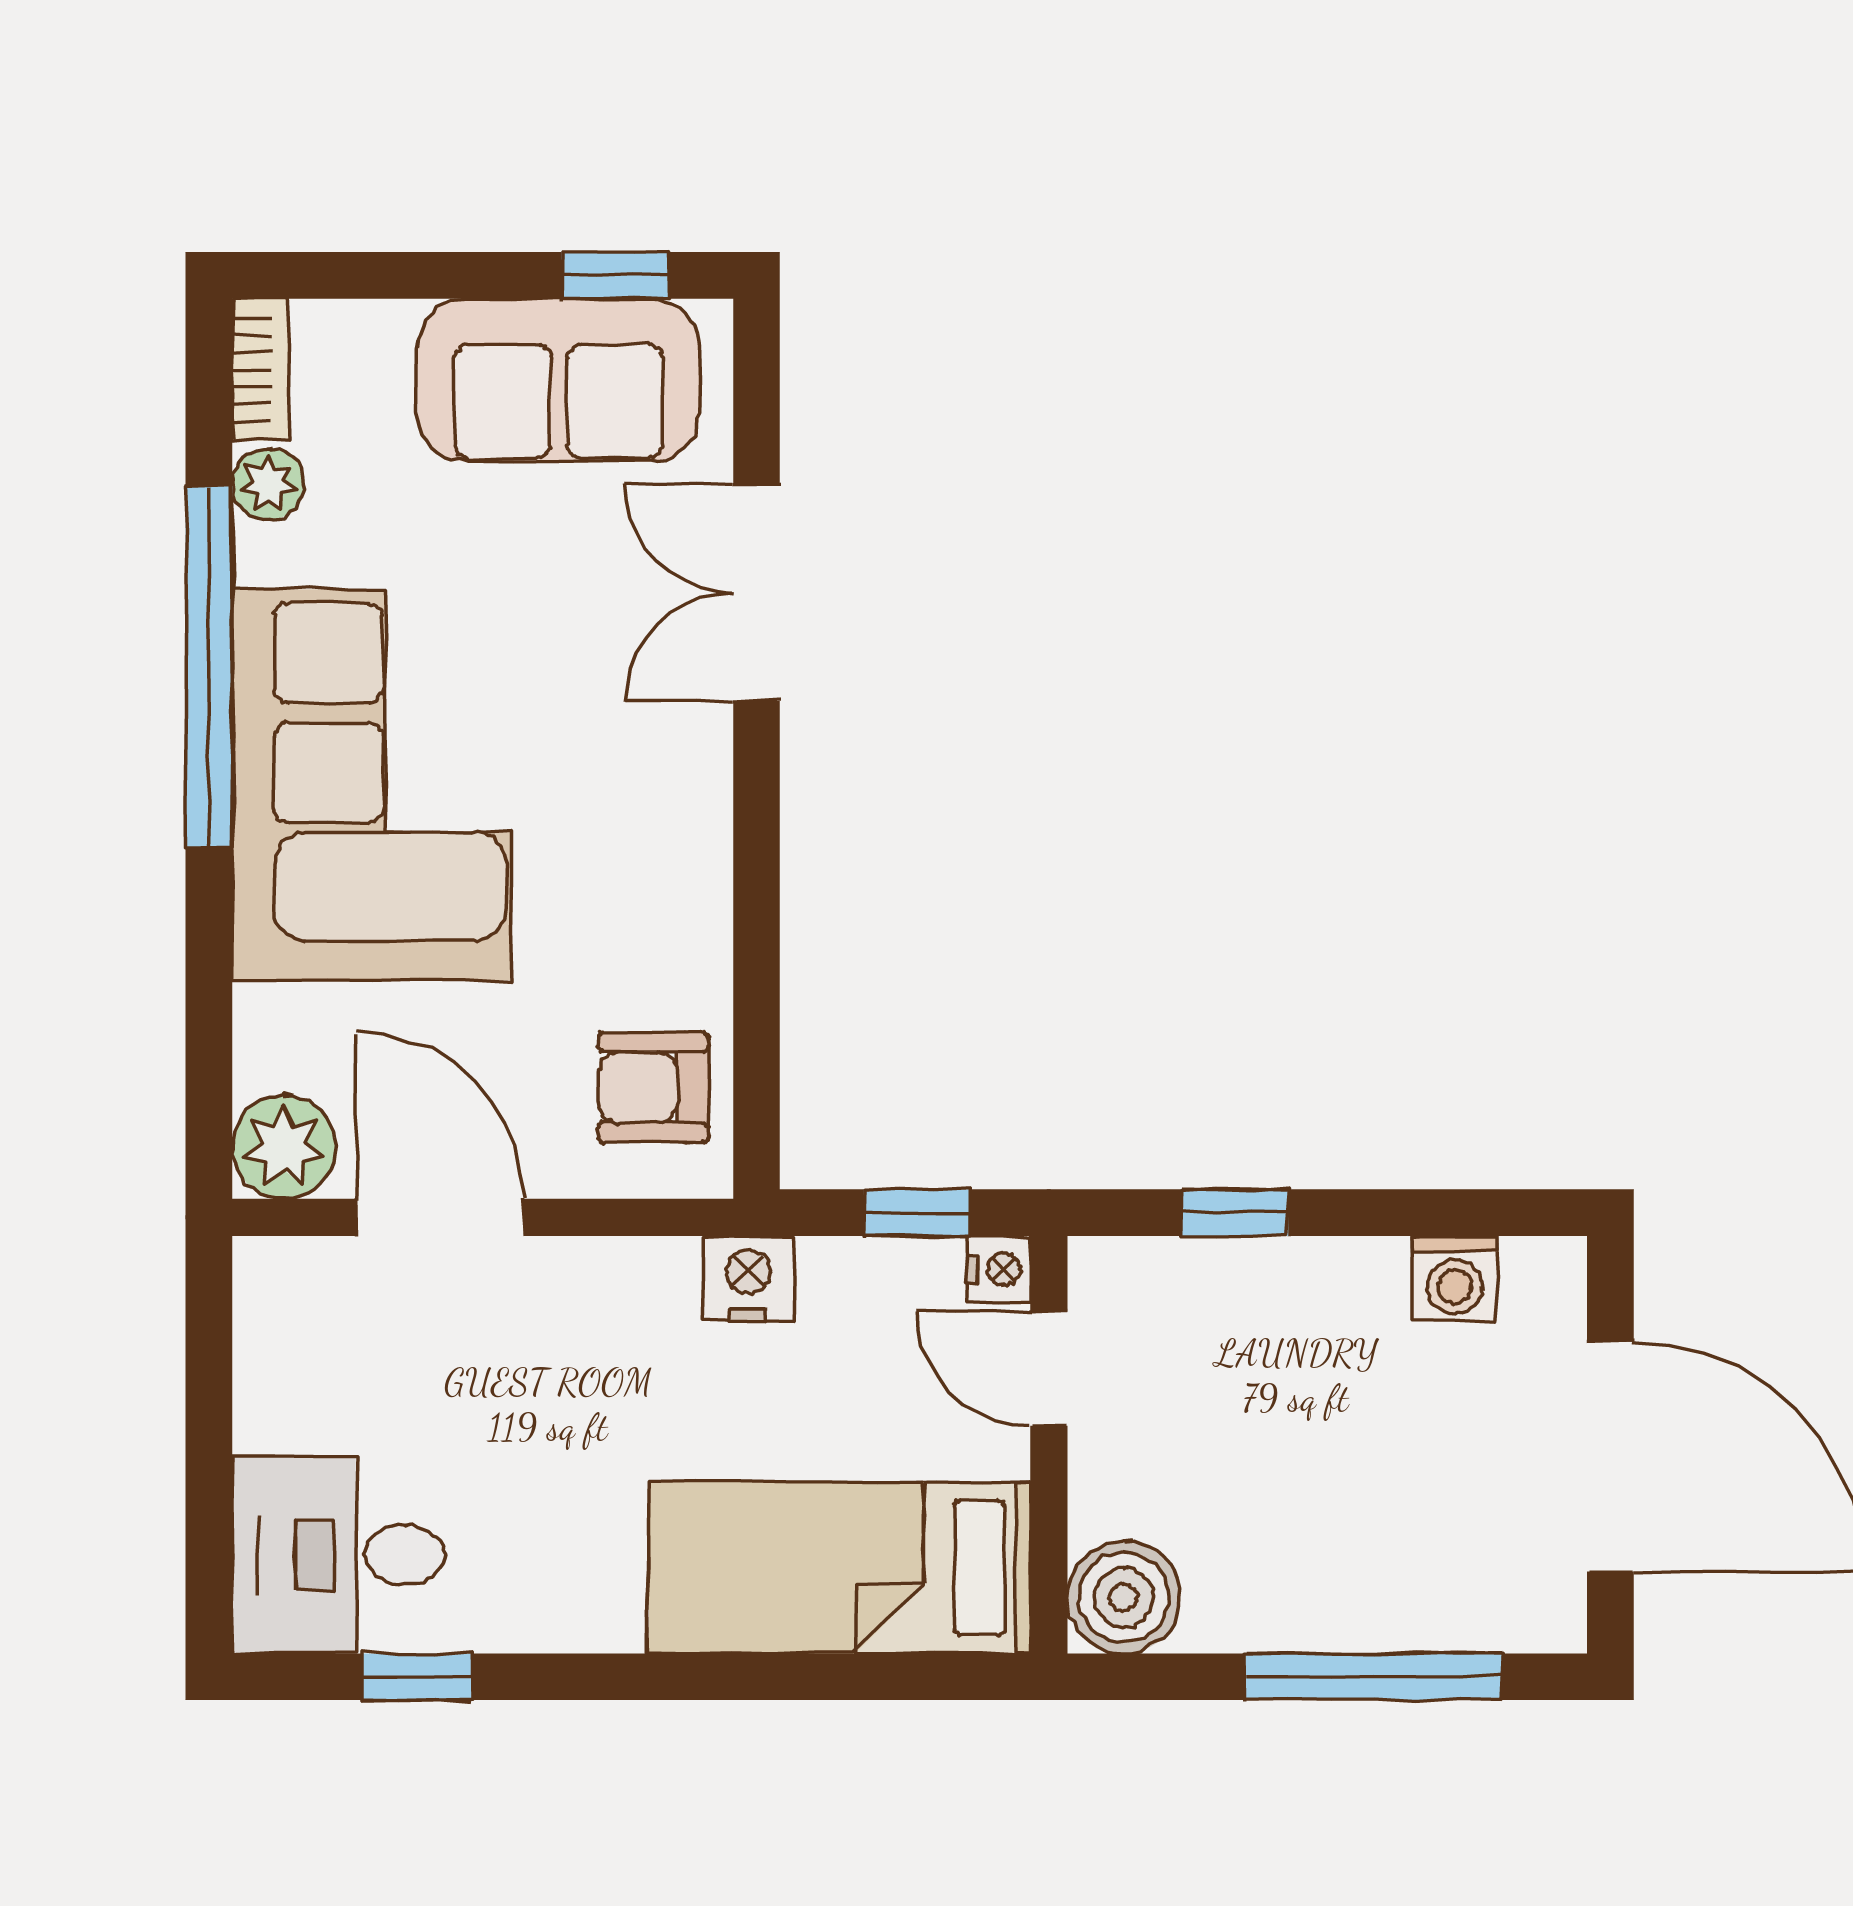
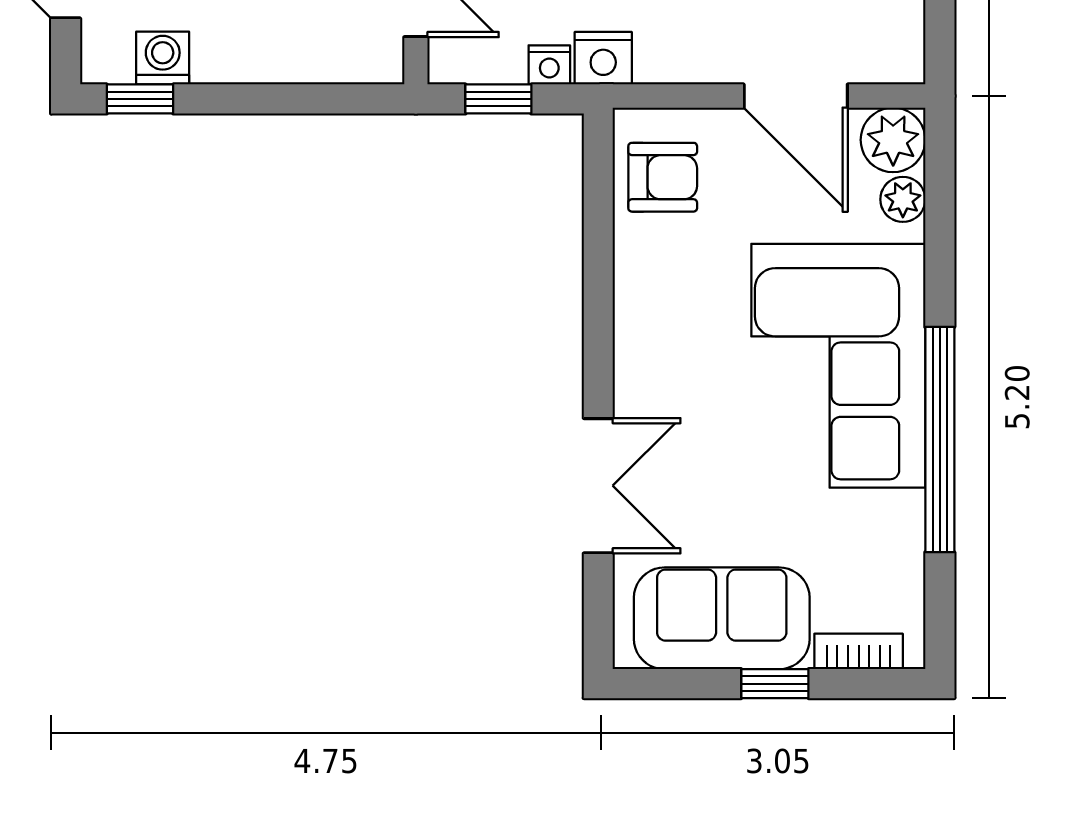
window: (616, 275) -> (775, 684), moved
bookcase: (260, 370) -> (859, 651), moved, turned 90
plant: (268, 484) -> (903, 199), moved
window: (1235, 1213) -> (140, 99), moved
nightstand: (999, 1269) -> (549, 65), moved, turned -90

